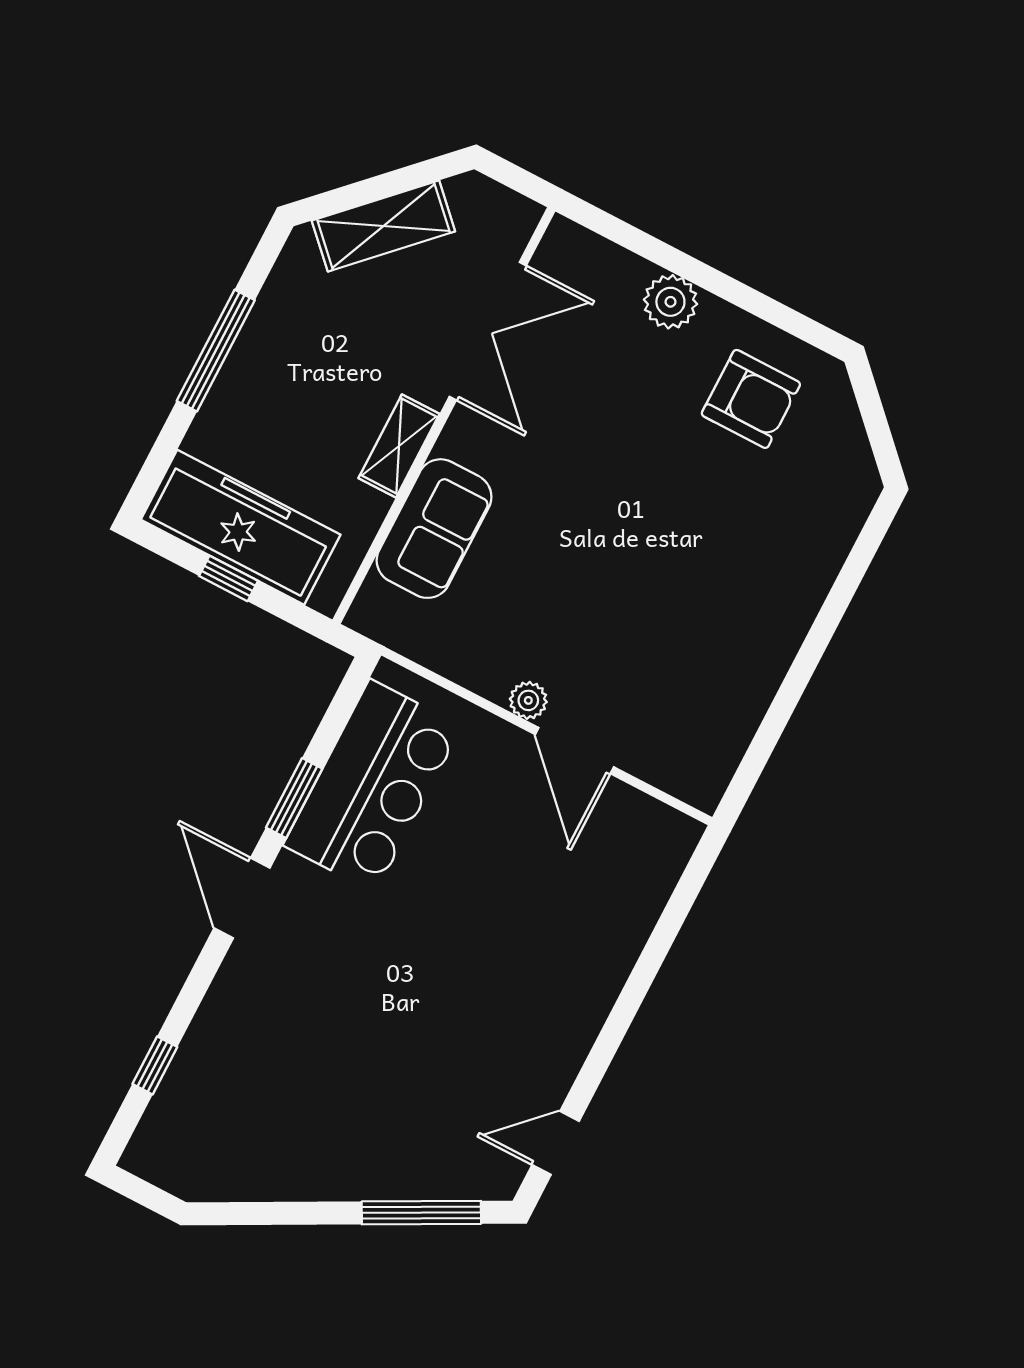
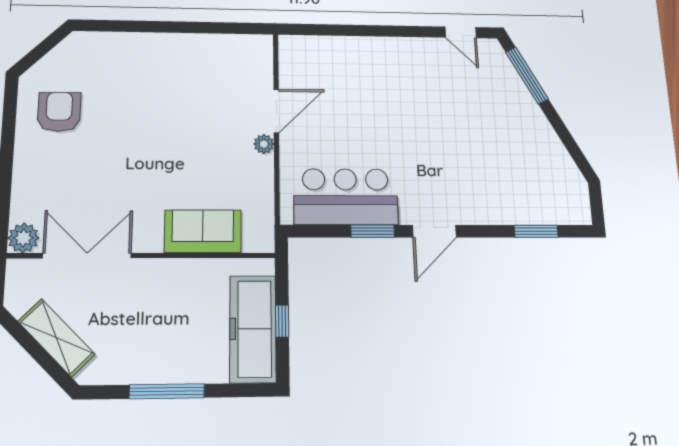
plant: (670, 302) -> (23, 238), moved
shelving: (399, 446) -> (169, 270), removed
window: (155, 1065) -> (536, 231), width x1.50

